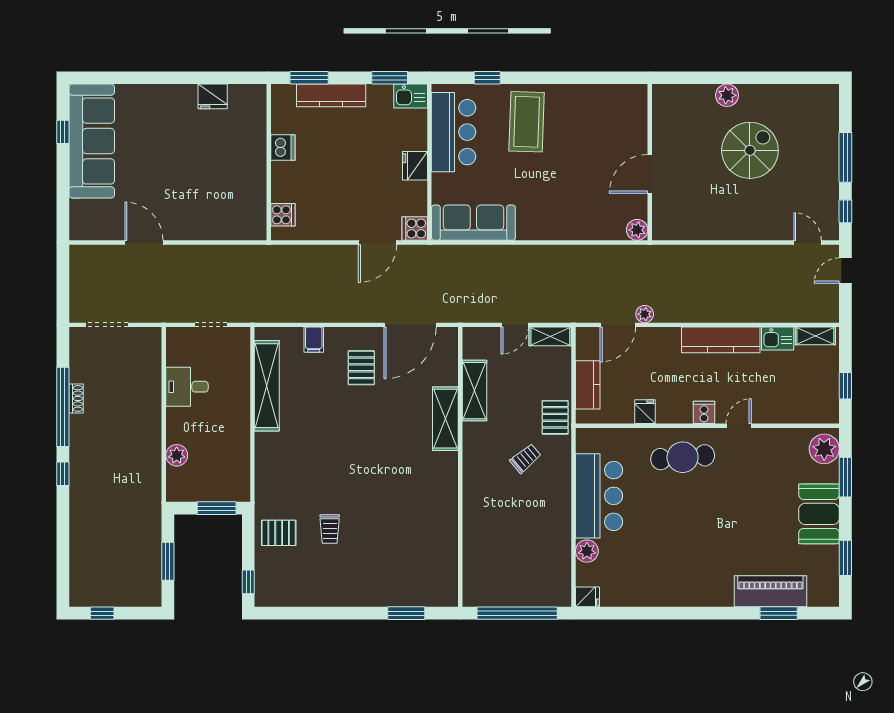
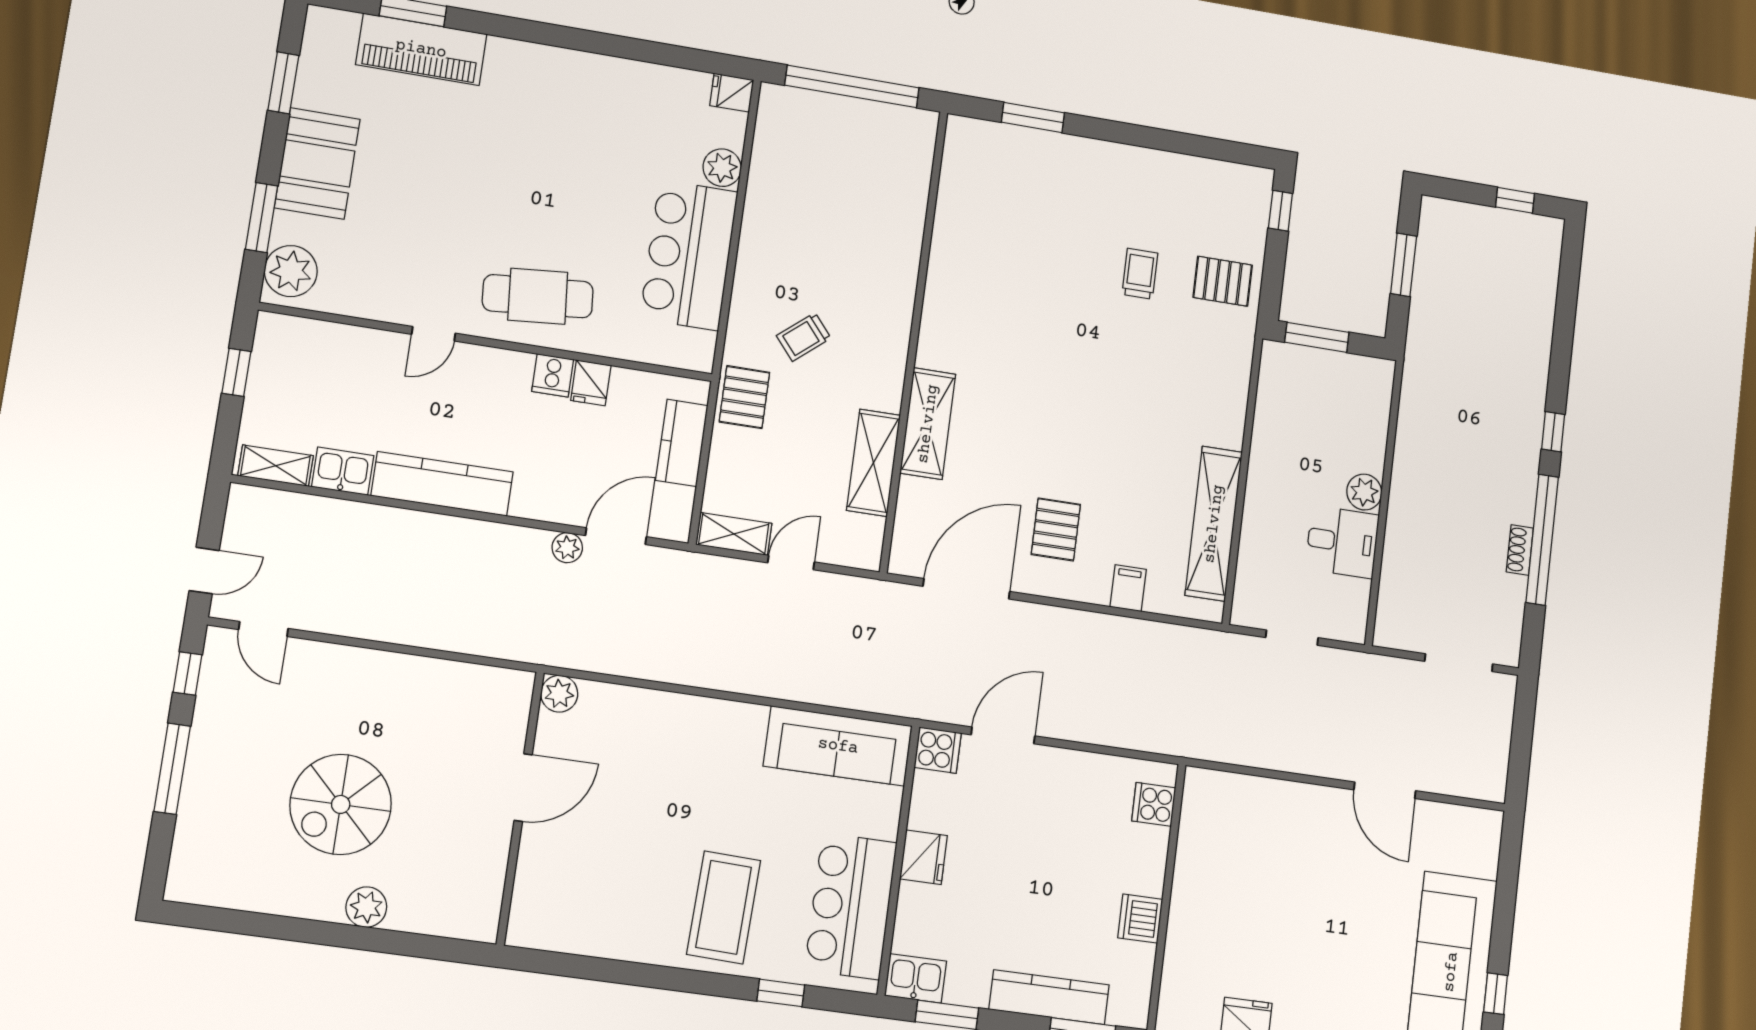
cooker: (704, 412) -> (553, 375), moved
plant: (177, 455) -> (1364, 492), moved

